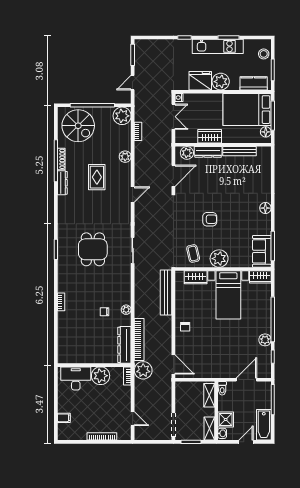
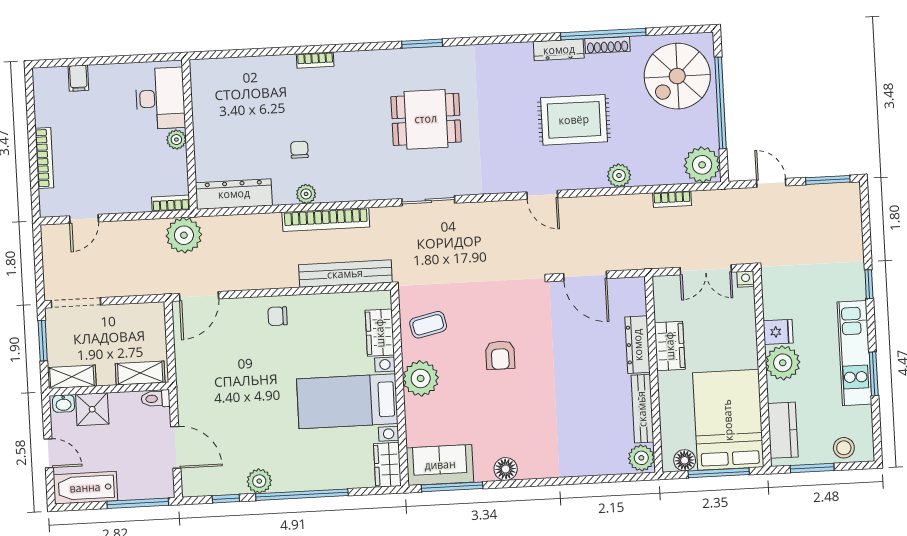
fridge: (200, 81) -> (778, 332), width x0.53, depth x0.75
plant: (187, 153) -> (641, 458), moved
rug: (97, 177) -> (574, 120), width x1.36, depth x1.43
floor lamp: (265, 208) -> (506, 469), moved
bookcase: (139, 339) -> (326, 220), moved
plant: (101, 376) -> (176, 140), width x0.53, depth x0.53

